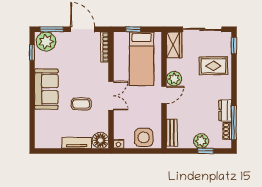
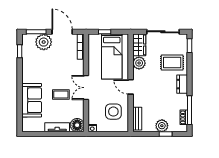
plant: (46, 42) -> (44, 42), moved
plant: (174, 79) -> (139, 63), moved
sofa: (46, 89) -> (32, 100), moved
door: (164, 95) -> (131, 87), swing flipped
double door: (111, 96) -> (86, 88), swing flipped
dresser: (225, 110) -> (182, 84), moved
side table: (144, 137) -> (113, 112), moved

